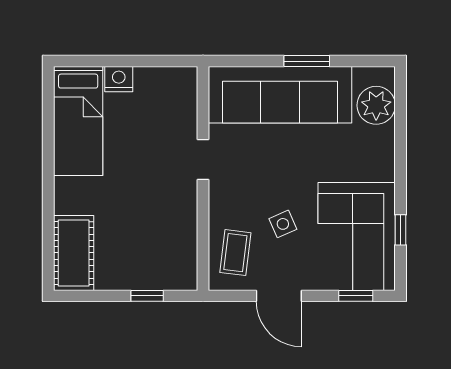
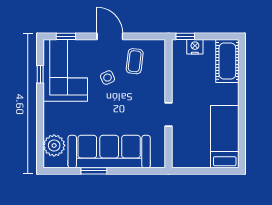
nightstand: (119, 79) -> (195, 47), moved, turned 180
doorway: (203, 159) -> (168, 114), moved
wall: (203, 178) -> (168, 104), moved

